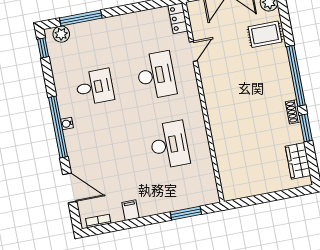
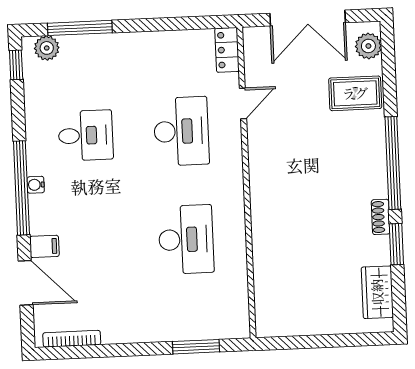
filing cabinet: (130, 210) -> (44, 246), moved, turned 90
bookcase: (98, 221) -> (72, 339), width x1.56

